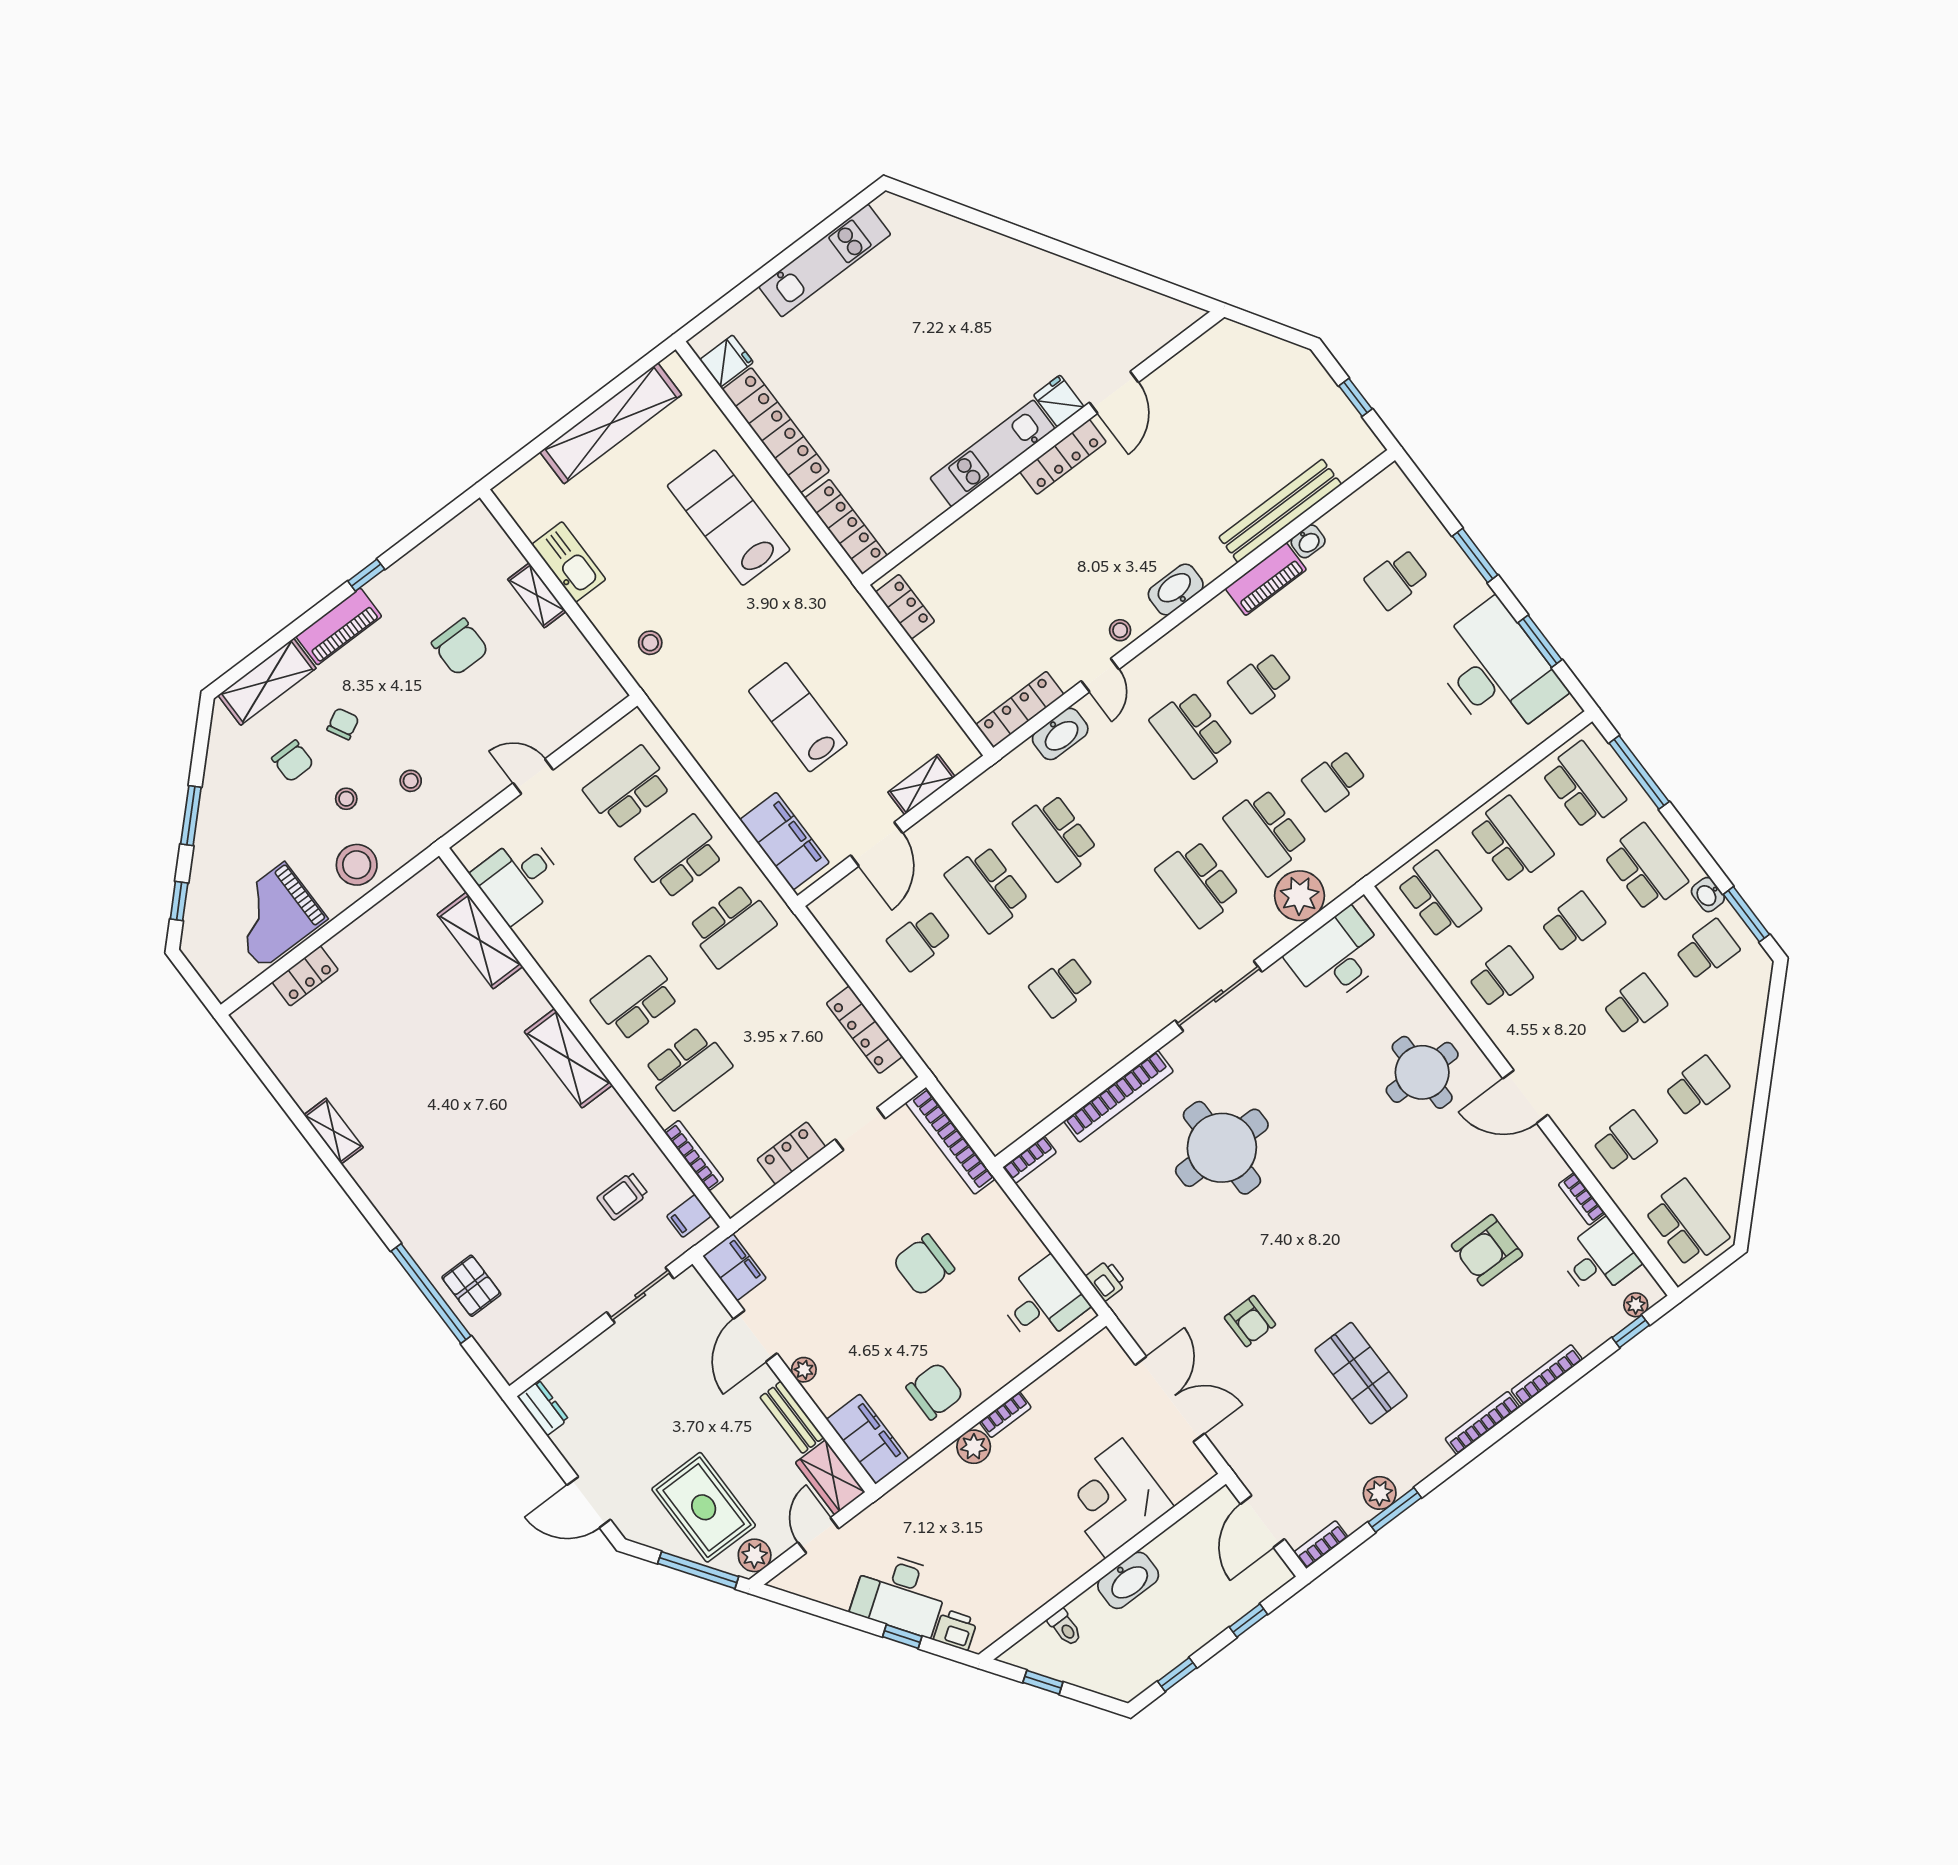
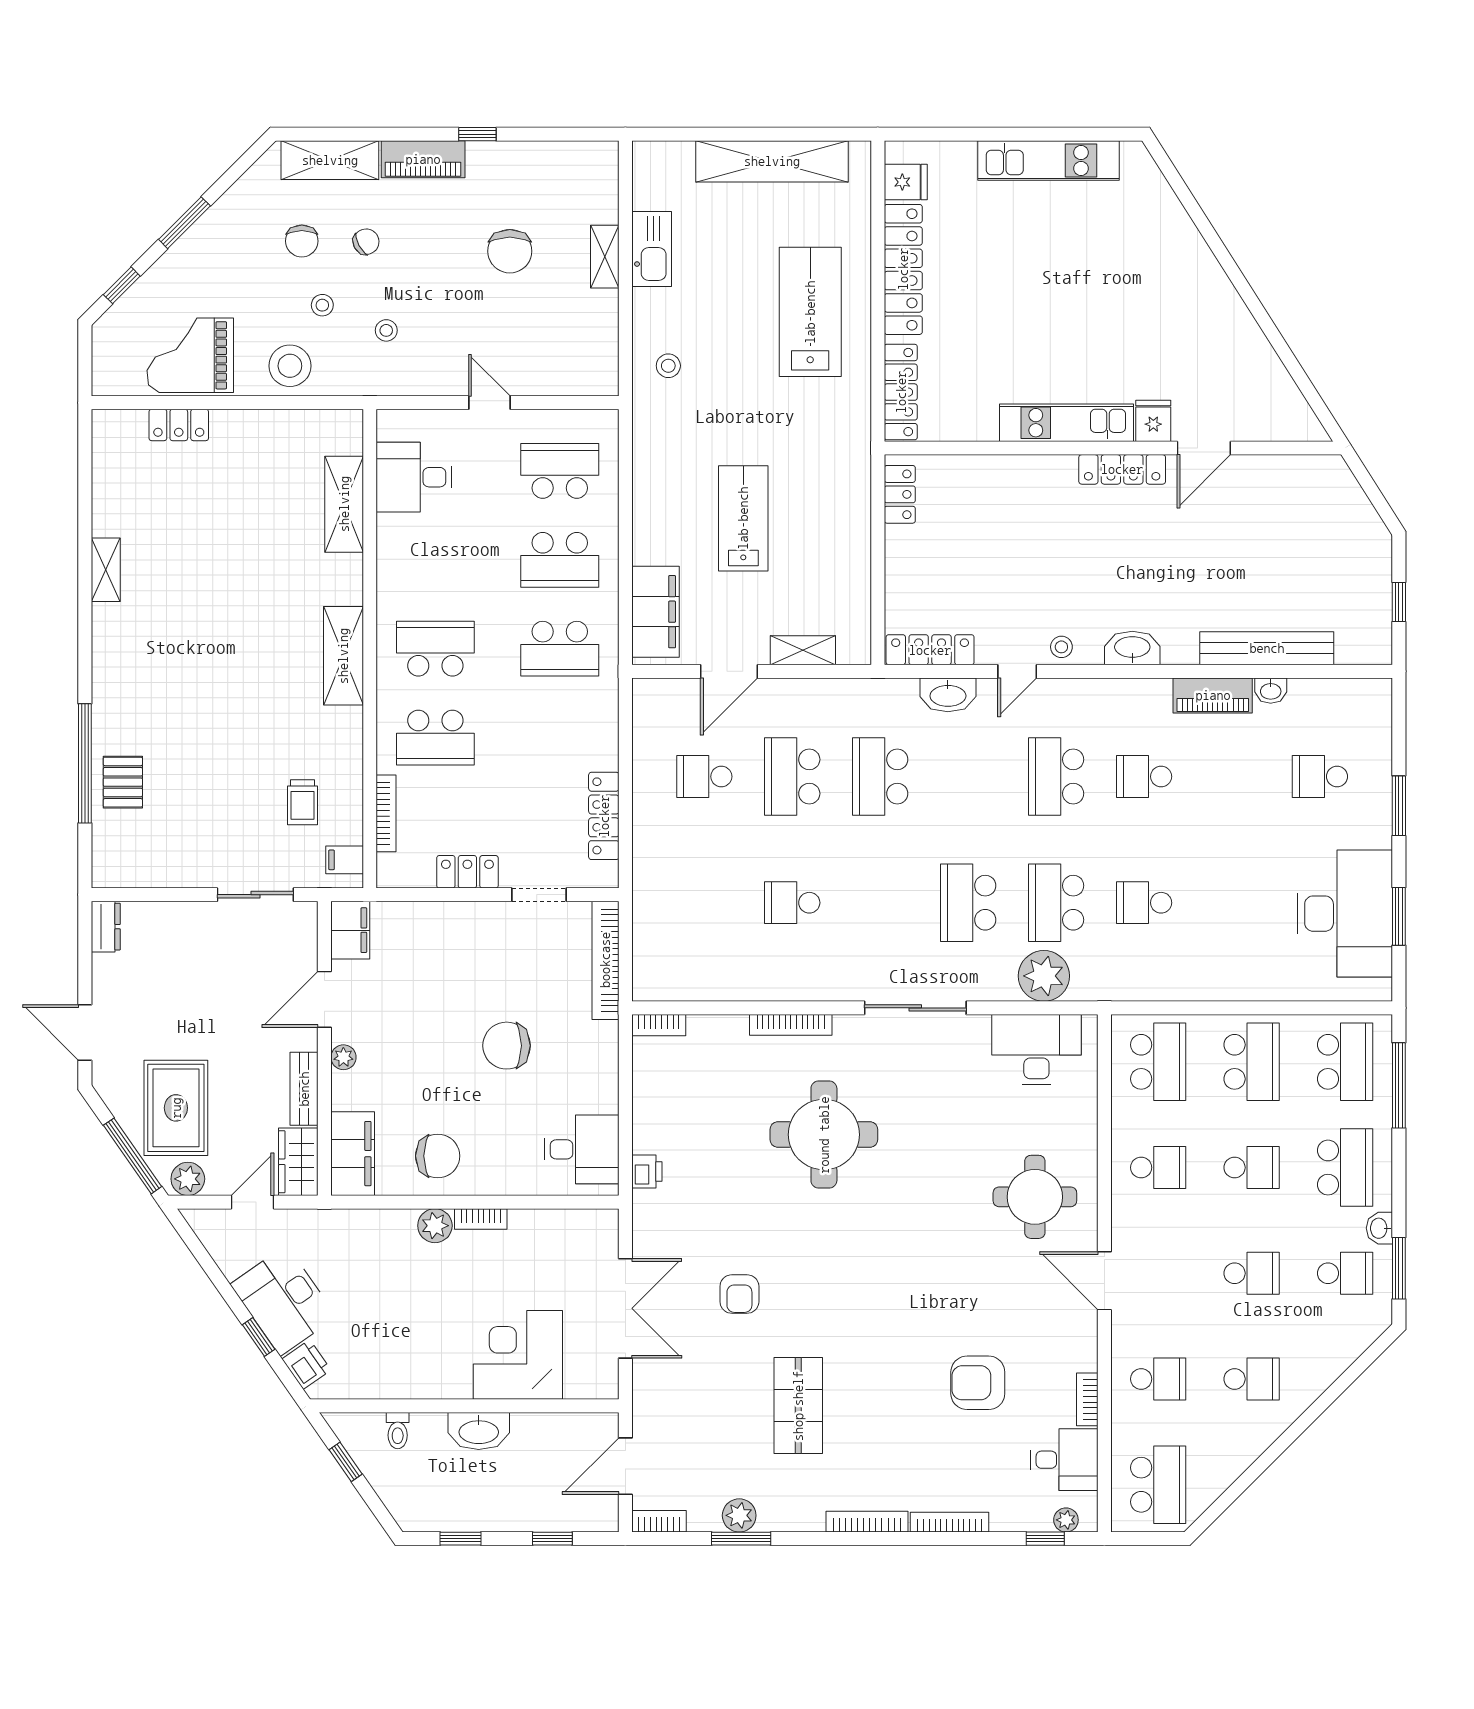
school desk: (680, 857) -> (560, 560), turned 180
bookcase: (1119, 1096) -> (791, 1025), width x0.68, depth x0.76
trolley: (622, 1196) -> (302, 802), turned -90

